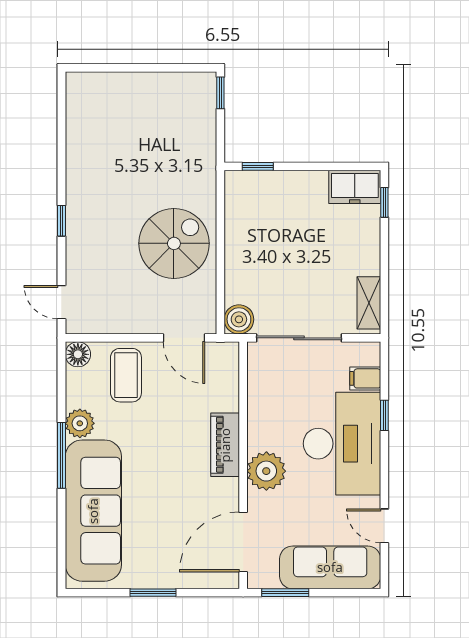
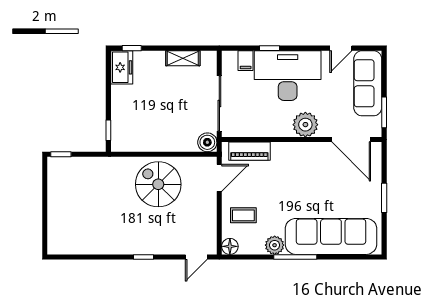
shelving: (369, 303) -> (183, 58), moved
coffee table: (126, 375) -> (243, 215), width x0.73, depth x0.77
piano: (225, 445) -> (249, 151), moved

